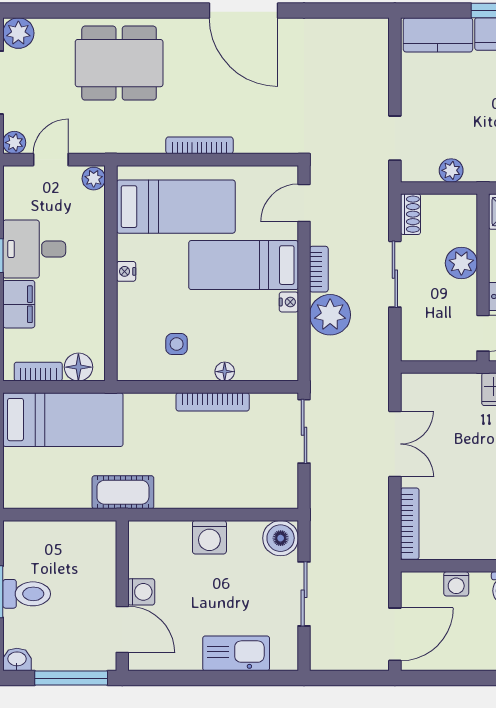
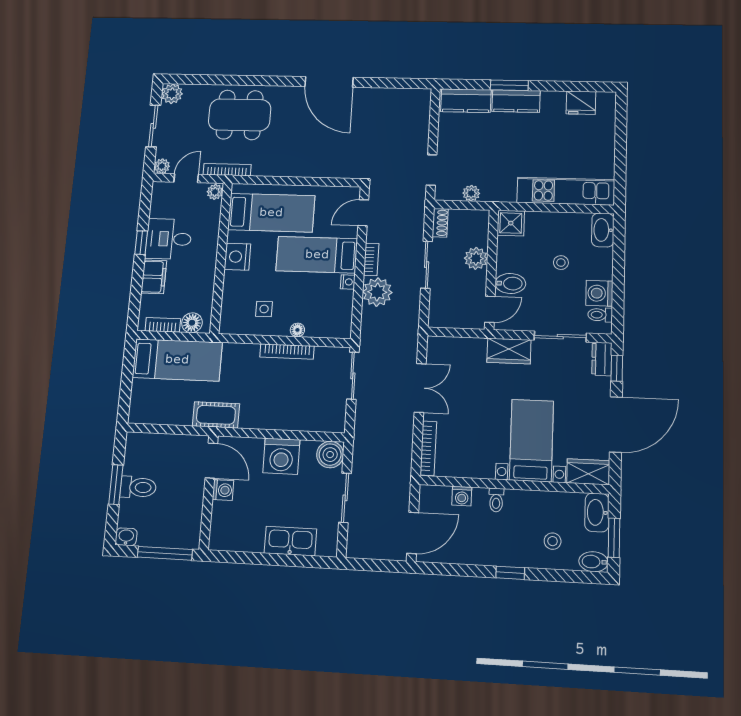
bookcase: (199, 145) -> (227, 170), moved
nightstand: (126, 271) -> (237, 257), width x1.89, depth x1.79
washing machine: (209, 537) -> (281, 456), width x1.37, depth x1.37
door: (122, 629) -> (211, 461), moved

